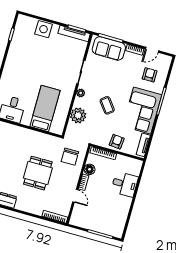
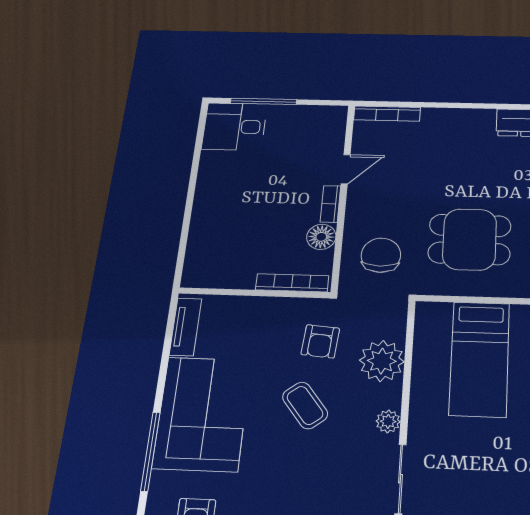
armchair: (117, 142) -> (320, 341), moved
dining table: (38, 173) -> (470, 239), moved, turned 90
desk: (125, 184) -> (235, 127), moved
door: (75, 196) -> (346, 169), swing flipped

